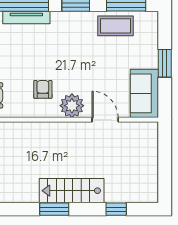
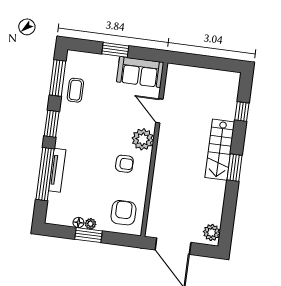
coffee table: (116, 26) -> (75, 90), width x0.73, depth x0.77
armchair: (43, 89) -> (124, 164), turned 180
door: (105, 120) -> (159, 111), hinge flipped

